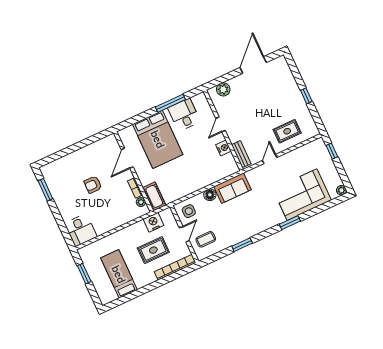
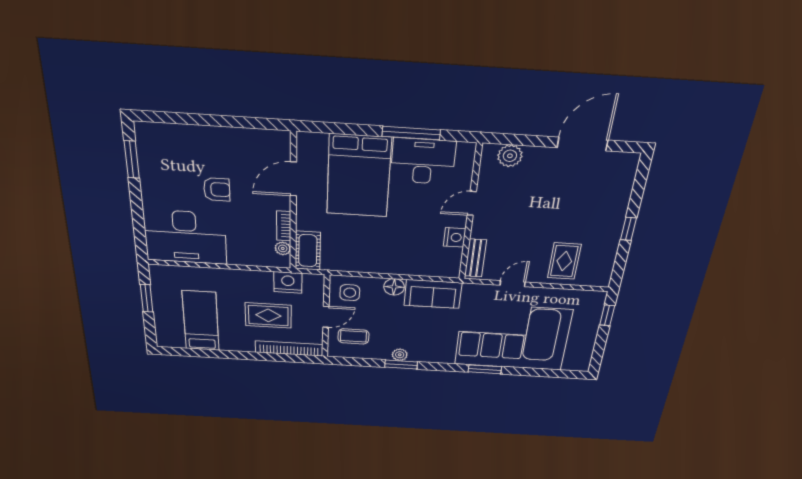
desk: (184, 115) -> (423, 161), width x1.37
rug: (287, 131) -> (564, 261), turned 90
armchair: (93, 185) -> (217, 189), turned 180
plant: (341, 190) -> (400, 355), moved
corner sofa: (302, 195) -> (513, 337), width x1.36, depth x1.36
desk: (81, 230) -> (185, 237), width x1.87, depth x1.30

